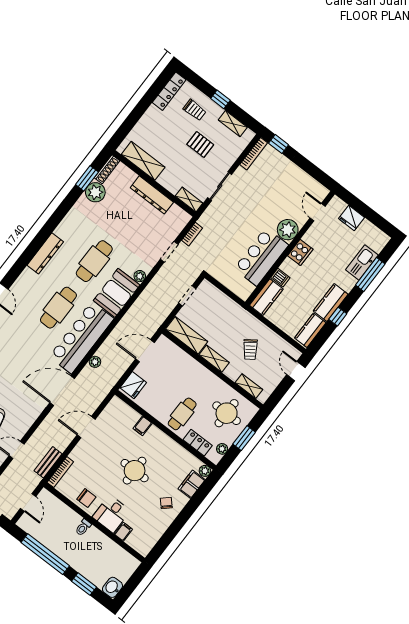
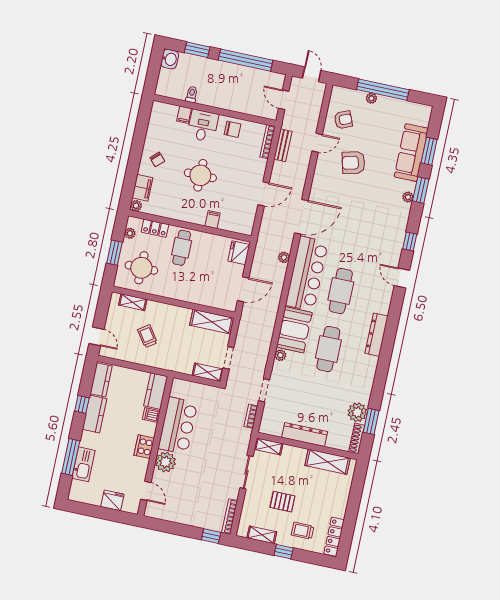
shelving: (214, 359) -> (208, 372), moved
chair: (86, 498) -> (232, 129), turned 180
toilet: (83, 527) -> (192, 94), moved

